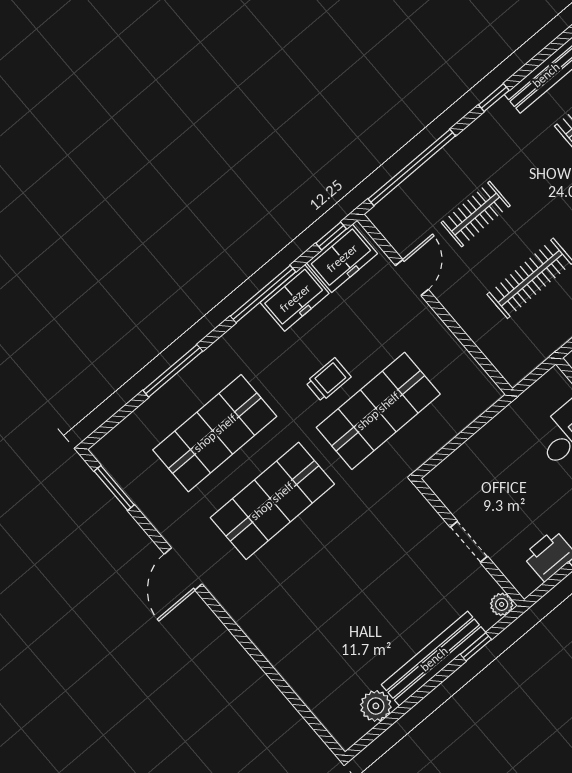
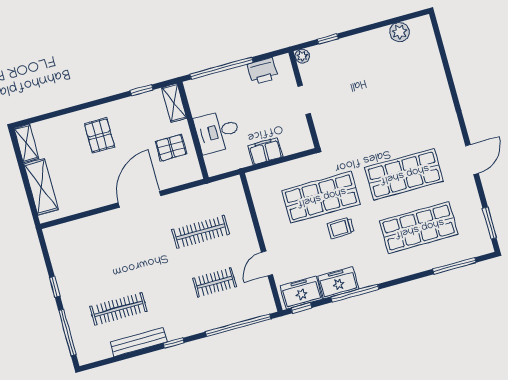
window: (173, 371) -> (454, 266), moved
filing cabinet: (491, 440) -> (265, 151), added
bench: (434, 659) -> (355, 43), removed

